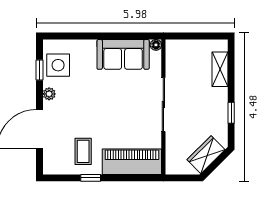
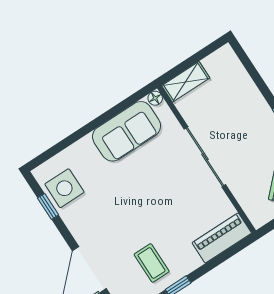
shelving: (220, 69) -> (186, 82), moved, turned 90
plant: (49, 94) -> (75, 225), removed
piano: (132, 162) -> (222, 238), width x0.73, depth x0.75

